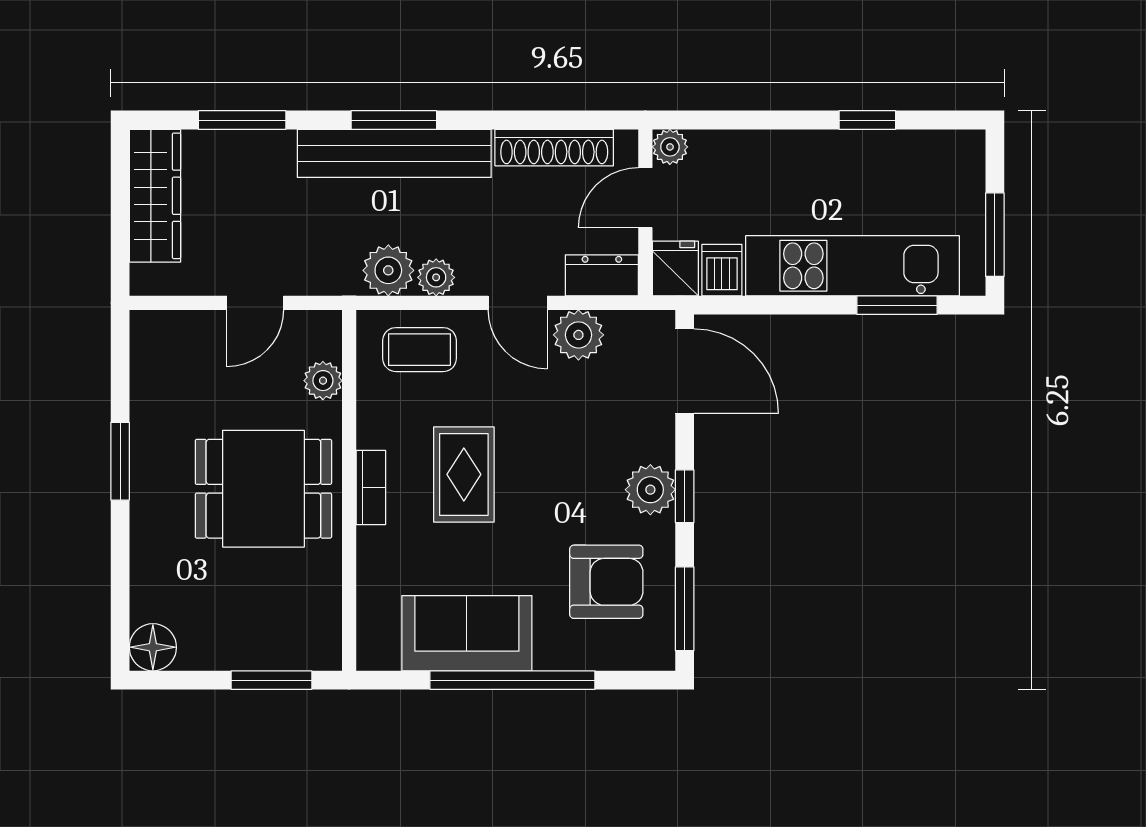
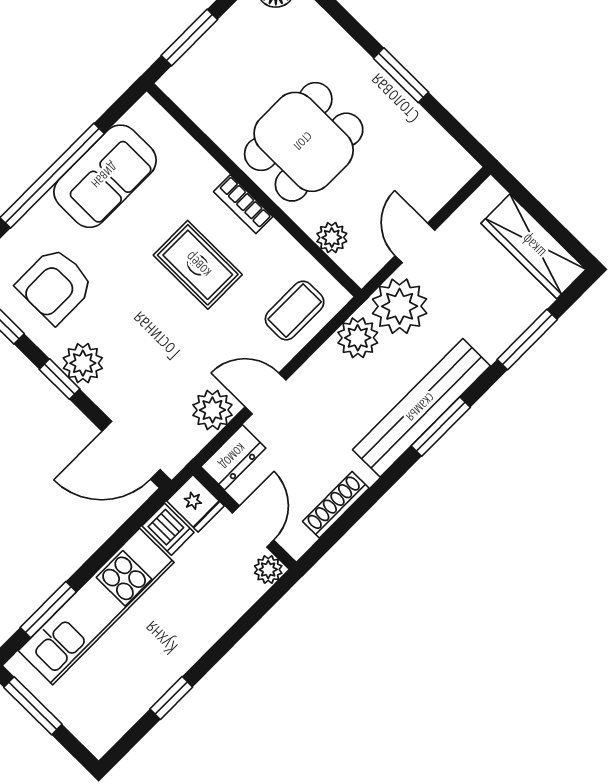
shoe rack: (554, 148) -> (336, 505), width x0.74, depth x0.81
plant: (436, 277) -> (400, 306), moved, width x1.87, depth x1.87

